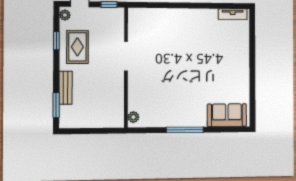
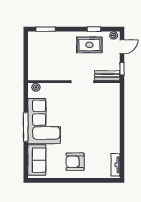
armchair: (229, 66) -> (75, 162), added
bench: (66, 88) -> (107, 76), moved
corner sofa: (177, 106) -> (44, 121), added

